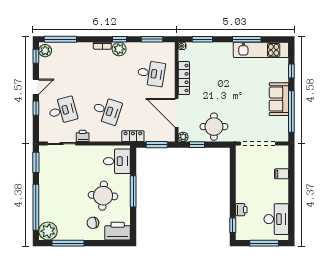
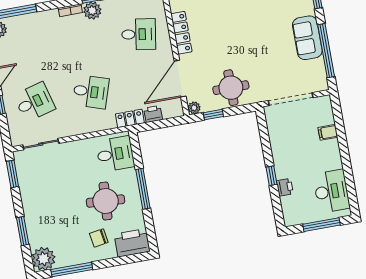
door: (177, 113) -> (180, 79), hinge flipped
printer: (83, 136) -> (153, 114), moved
window: (157, 145) -> (162, 124), removed
window: (36, 207) -> (23, 231), width x0.47
window: (233, 225) -> (272, 176), moved

